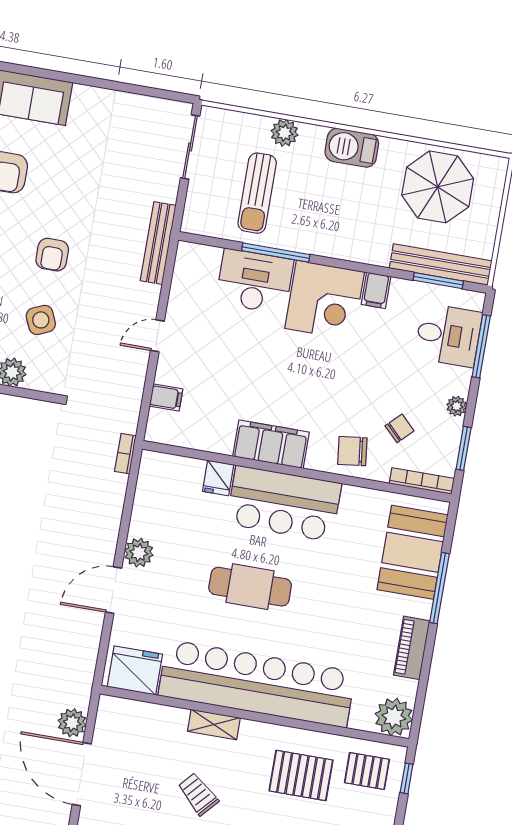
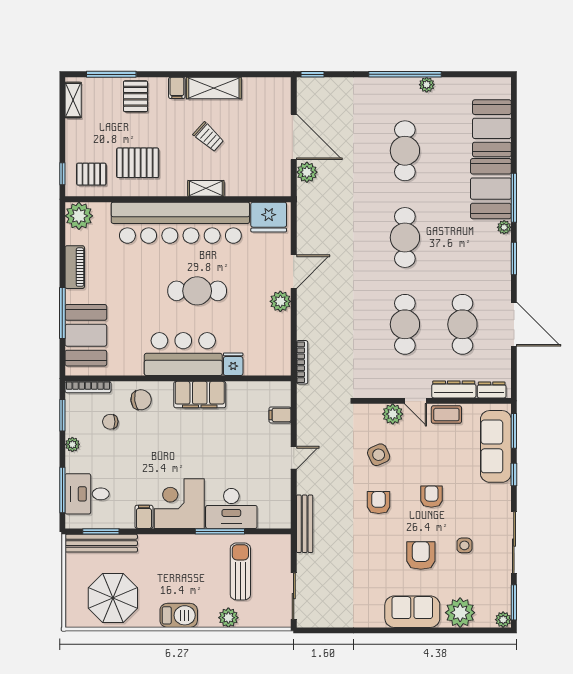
chair: (400, 428) -> (110, 422), turned 45
bookcase: (125, 454) -> (302, 362), width x1.56

